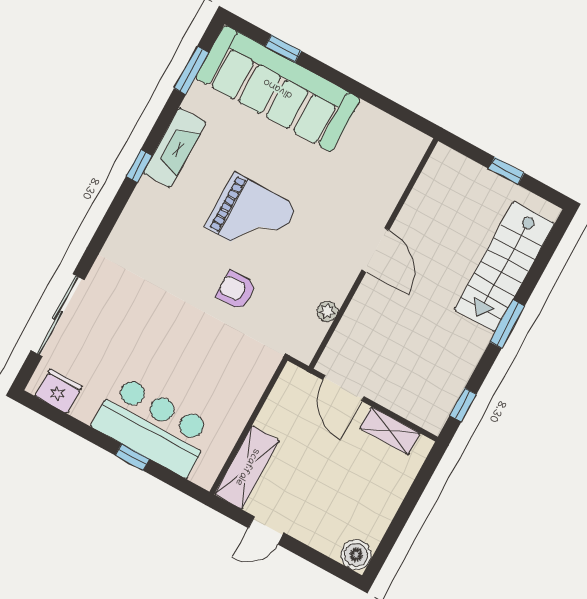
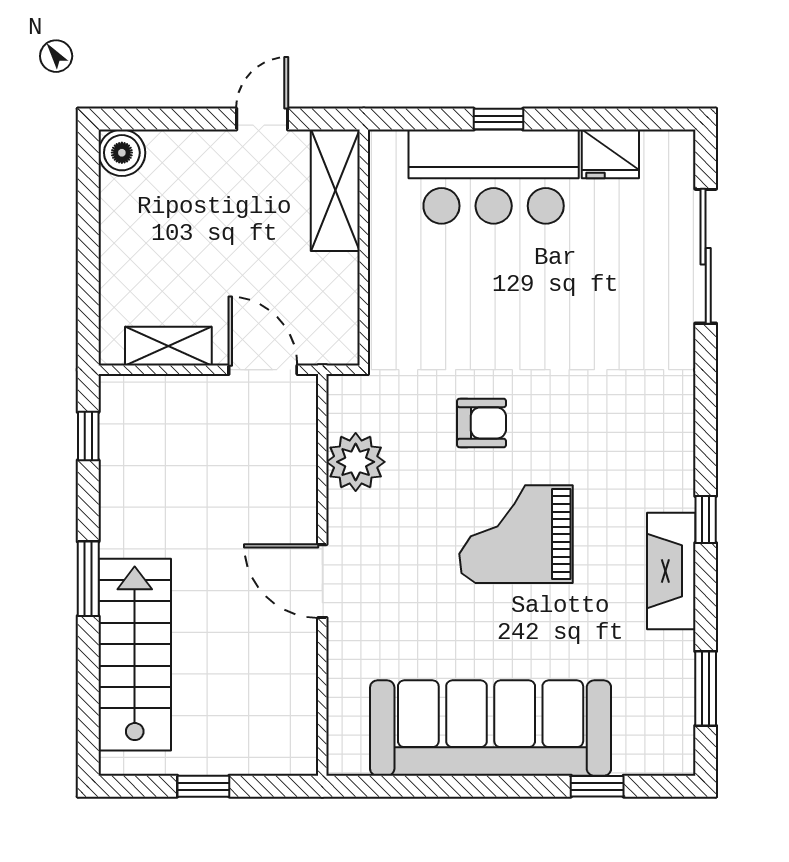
sofa: (278, 88) -> (491, 728), moved
plant: (327, 311) -> (356, 462), width x1.87, depth x1.87
fridge: (59, 391) -> (610, 154), moved

